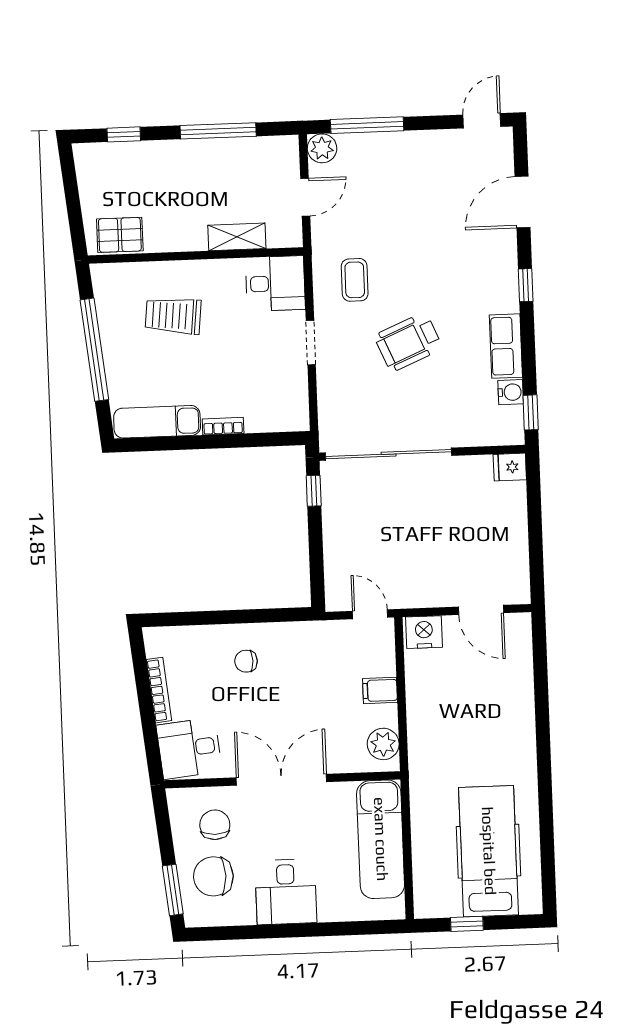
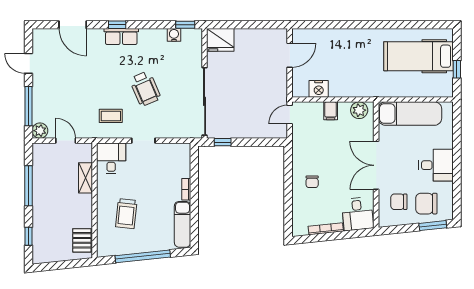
door: (482, 121) -> (28, 63), moved
row of seats: (506, 346) -> (121, 37), moved
fridge: (510, 467) -> (220, 40), width x1.88, depth x1.34
nightstand: (424, 632) -> (319, 89), moved, turned -90
chair: (213, 876) -> (426, 204), turned 90

